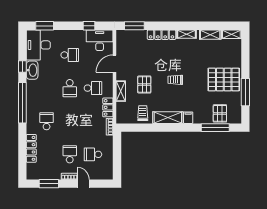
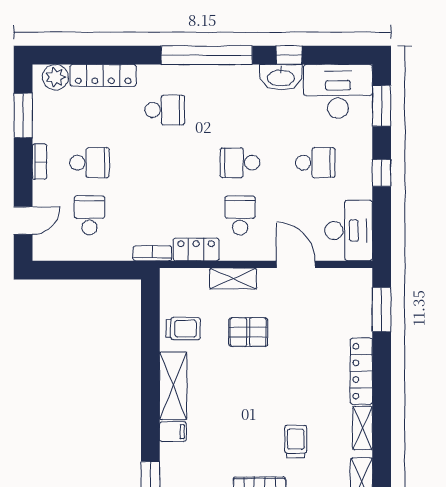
window: (89, 26) -> (382, 173), moved
school desk: (70, 55) -> (315, 163), turned -90
trolley: (175, 80) -> (296, 442), moved
school desk: (93, 88) -> (240, 215), turned 180
plant: (32, 169) -> (55, 77), added
door: (83, 184) -> (23, 221), moved

